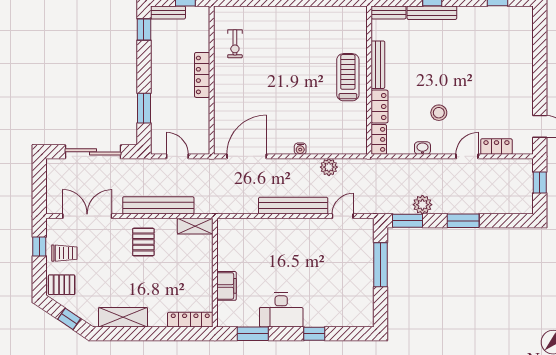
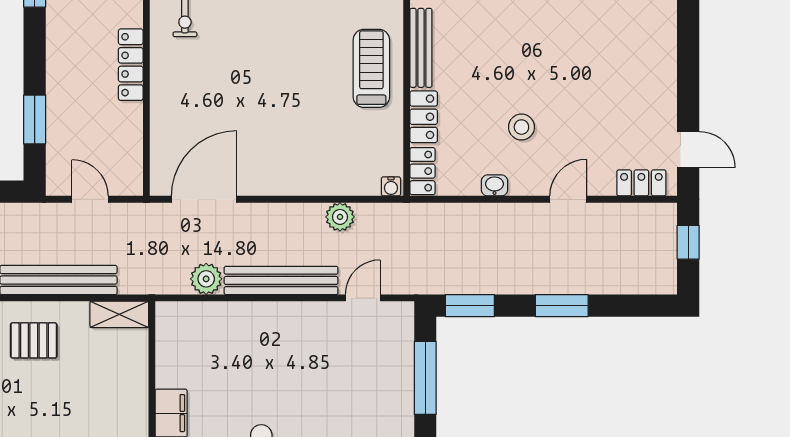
locker: (496, 147) -> (641, 183), moved
water cooler: (300, 149) -> (391, 186), moved
plant: (422, 205) -> (206, 279), moved
pallet: (143, 242) -> (34, 340), turned 90

